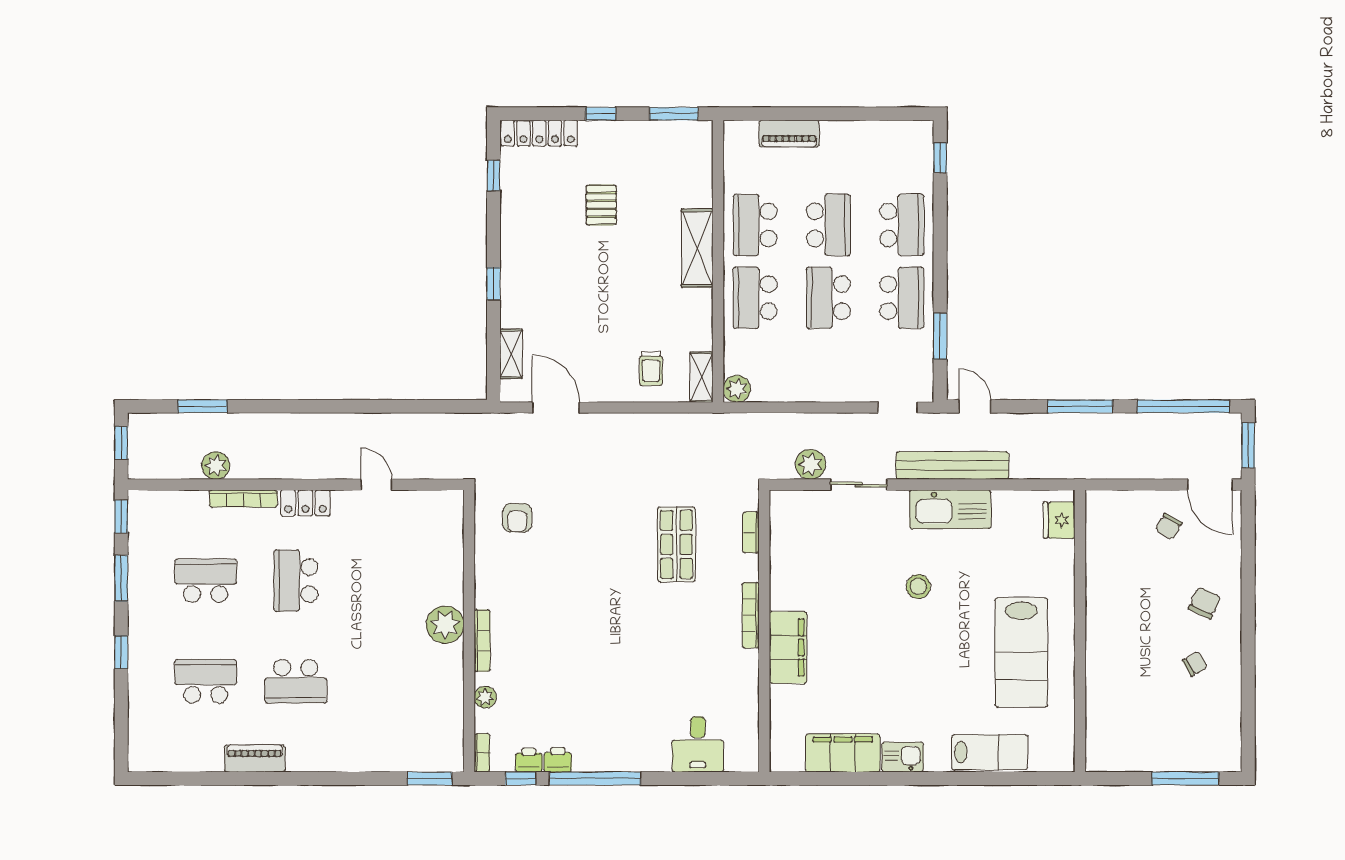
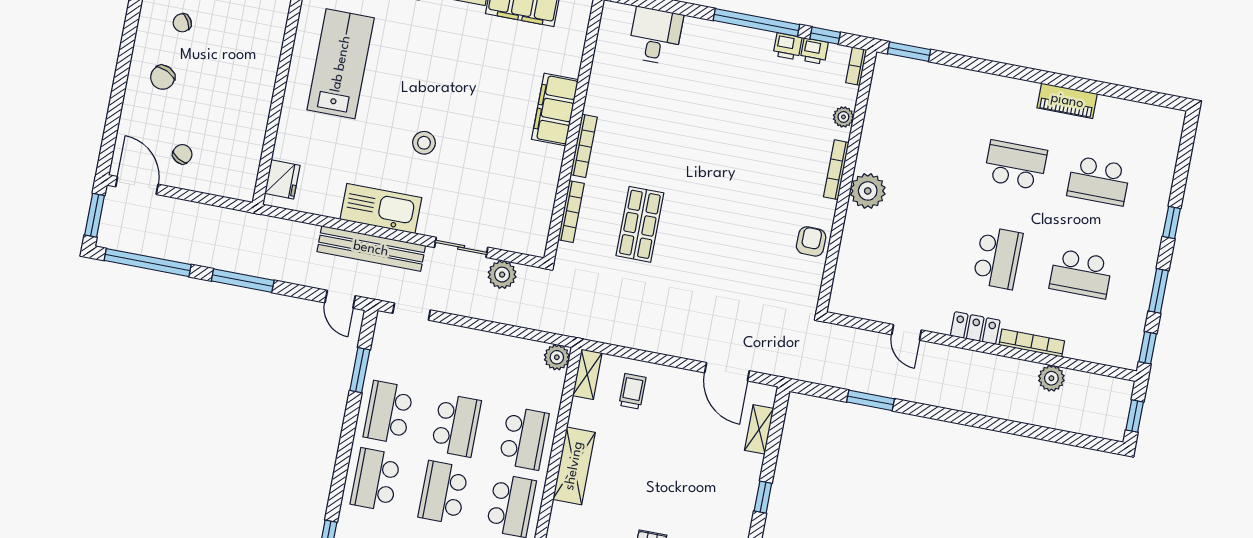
shelving: (697, 248) -> (574, 466), moved
window: (202, 406) -> (870, 400), moved
armchair: (517, 518) -> (811, 241), moved
bookcase: (751, 532) -> (571, 212), width x1.56

